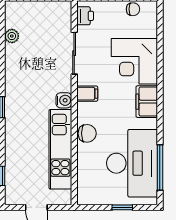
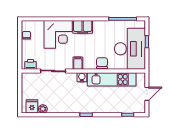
fridge: (16, 18) -> (32, 106), added
desk: (132, 163) -> (130, 49), moved, turned 90

